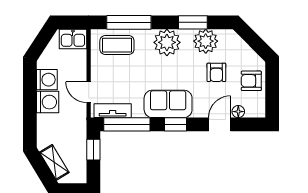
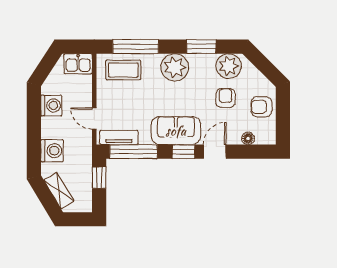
plant: (206, 41) -> (229, 66), moved
armchair: (216, 72) -> (226, 98), turned 180
washing machine: (48, 102) -> (52, 151), moved
door: (220, 124) -> (215, 152), moved

